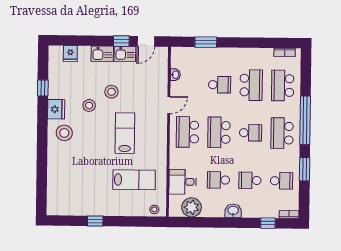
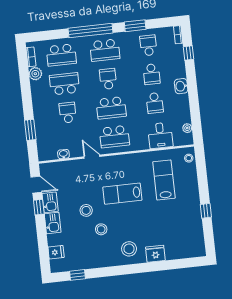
plant: (266, 55) -> (35, 74), added
window: (43, 88) -> (78, 275), moved
fridge: (56, 109) -> (155, 254), moved
plant: (192, 207) -> (187, 128), width x0.53, depth x0.53

